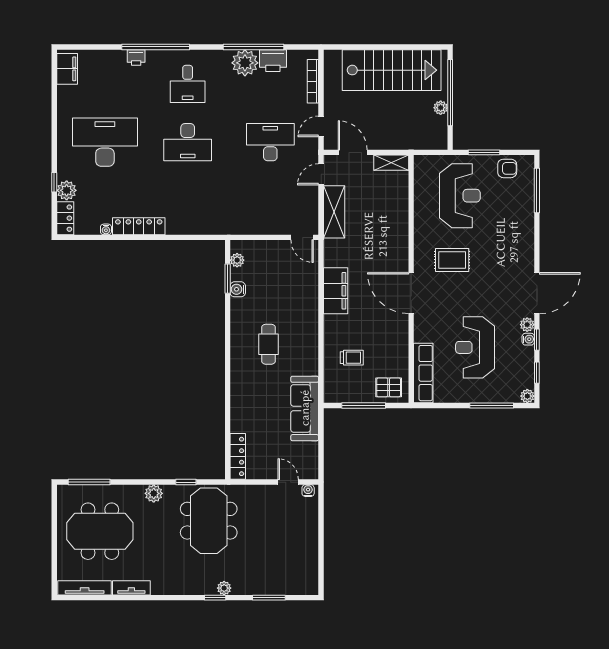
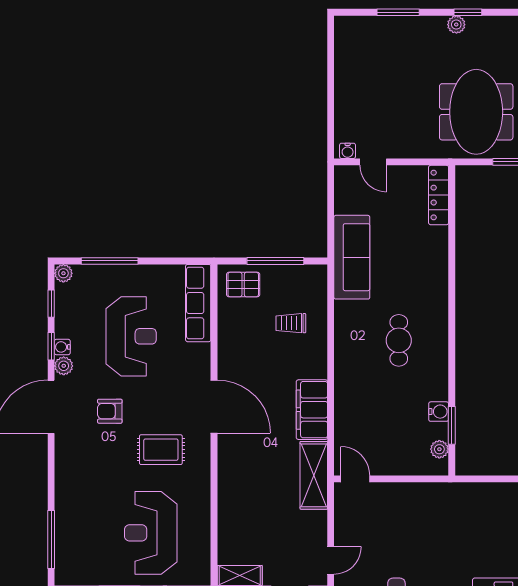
armchair: (507, 168) -> (110, 411), moved
shelving: (334, 212) -> (314, 475), moved

